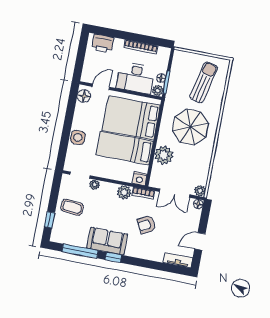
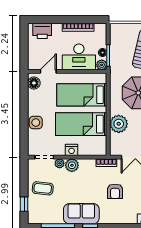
bed: (131, 118) -> (82, 95), width x0.67
nightstand: (140, 179) -> (72, 150), moved
plant: (124, 192) -> (72, 165), moved
armchair: (147, 225) -> (115, 191), turned -63

